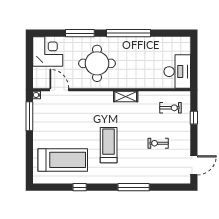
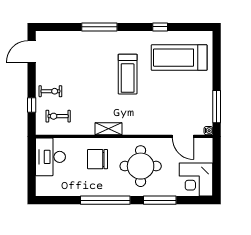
chair: (135, 70) -> (98, 159), added
exercise bike: (158, 143) -> (50, 91), moved

